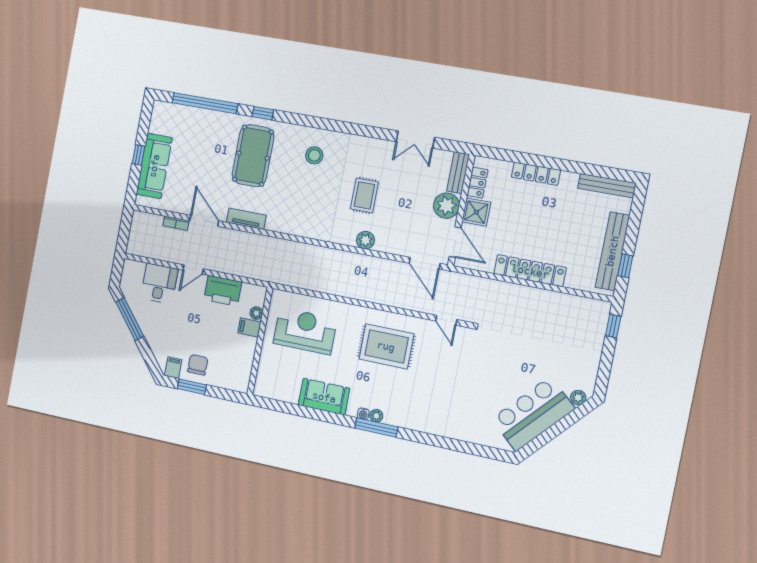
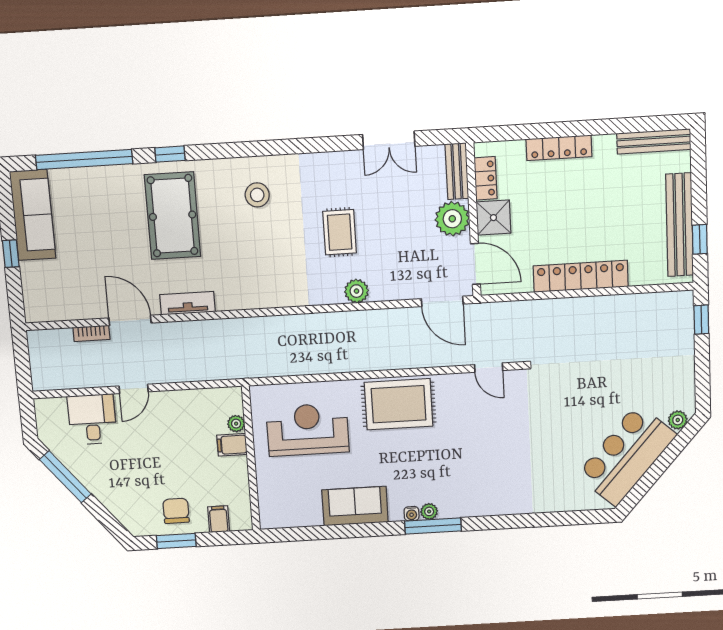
sofa: (154, 166) -> (33, 215), moved
printer: (223, 291) -> (182, 406), removed
rug: (386, 346) -> (399, 404), moved
filing cabinet: (173, 368) -> (219, 519), moved

